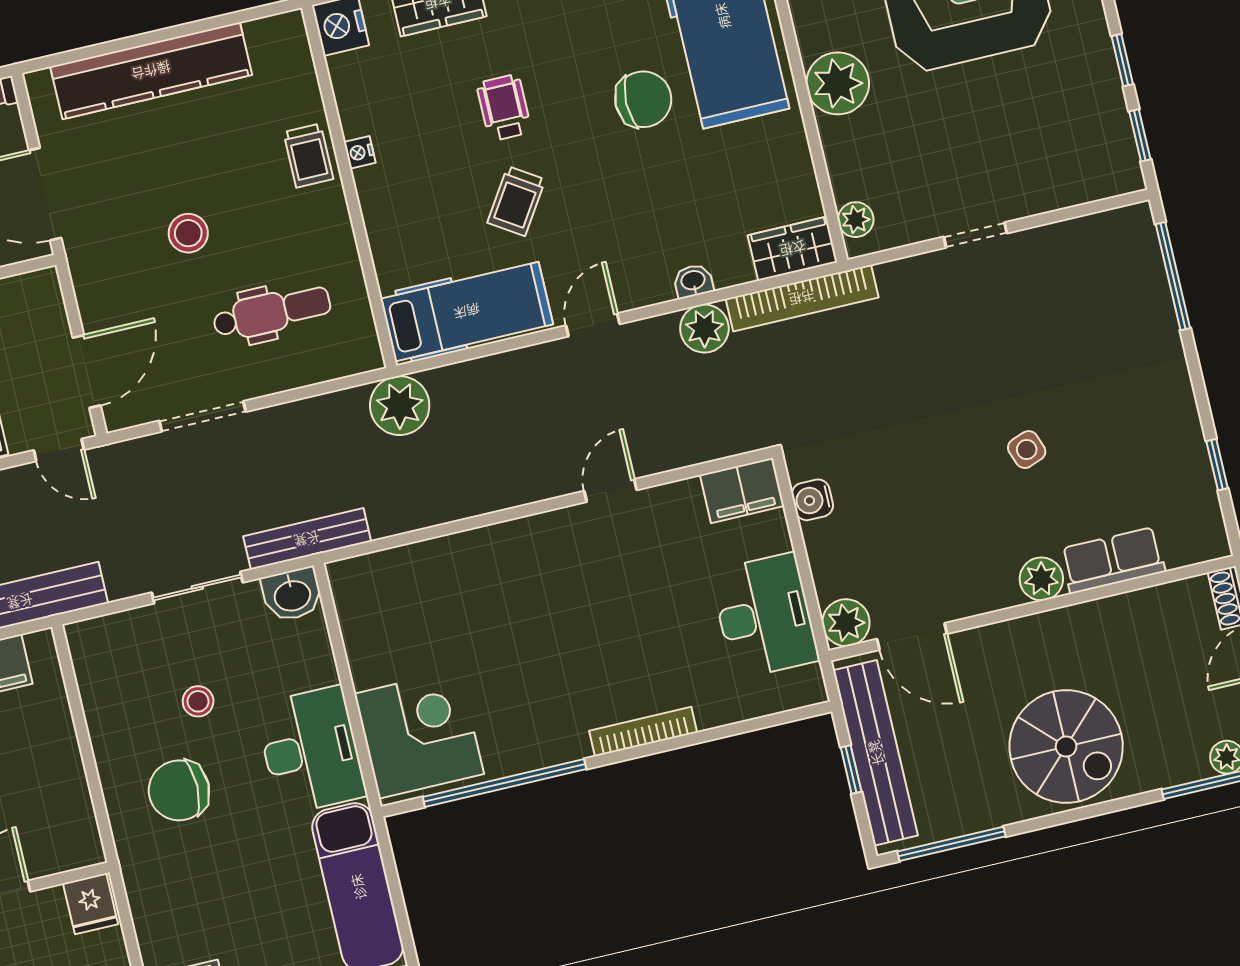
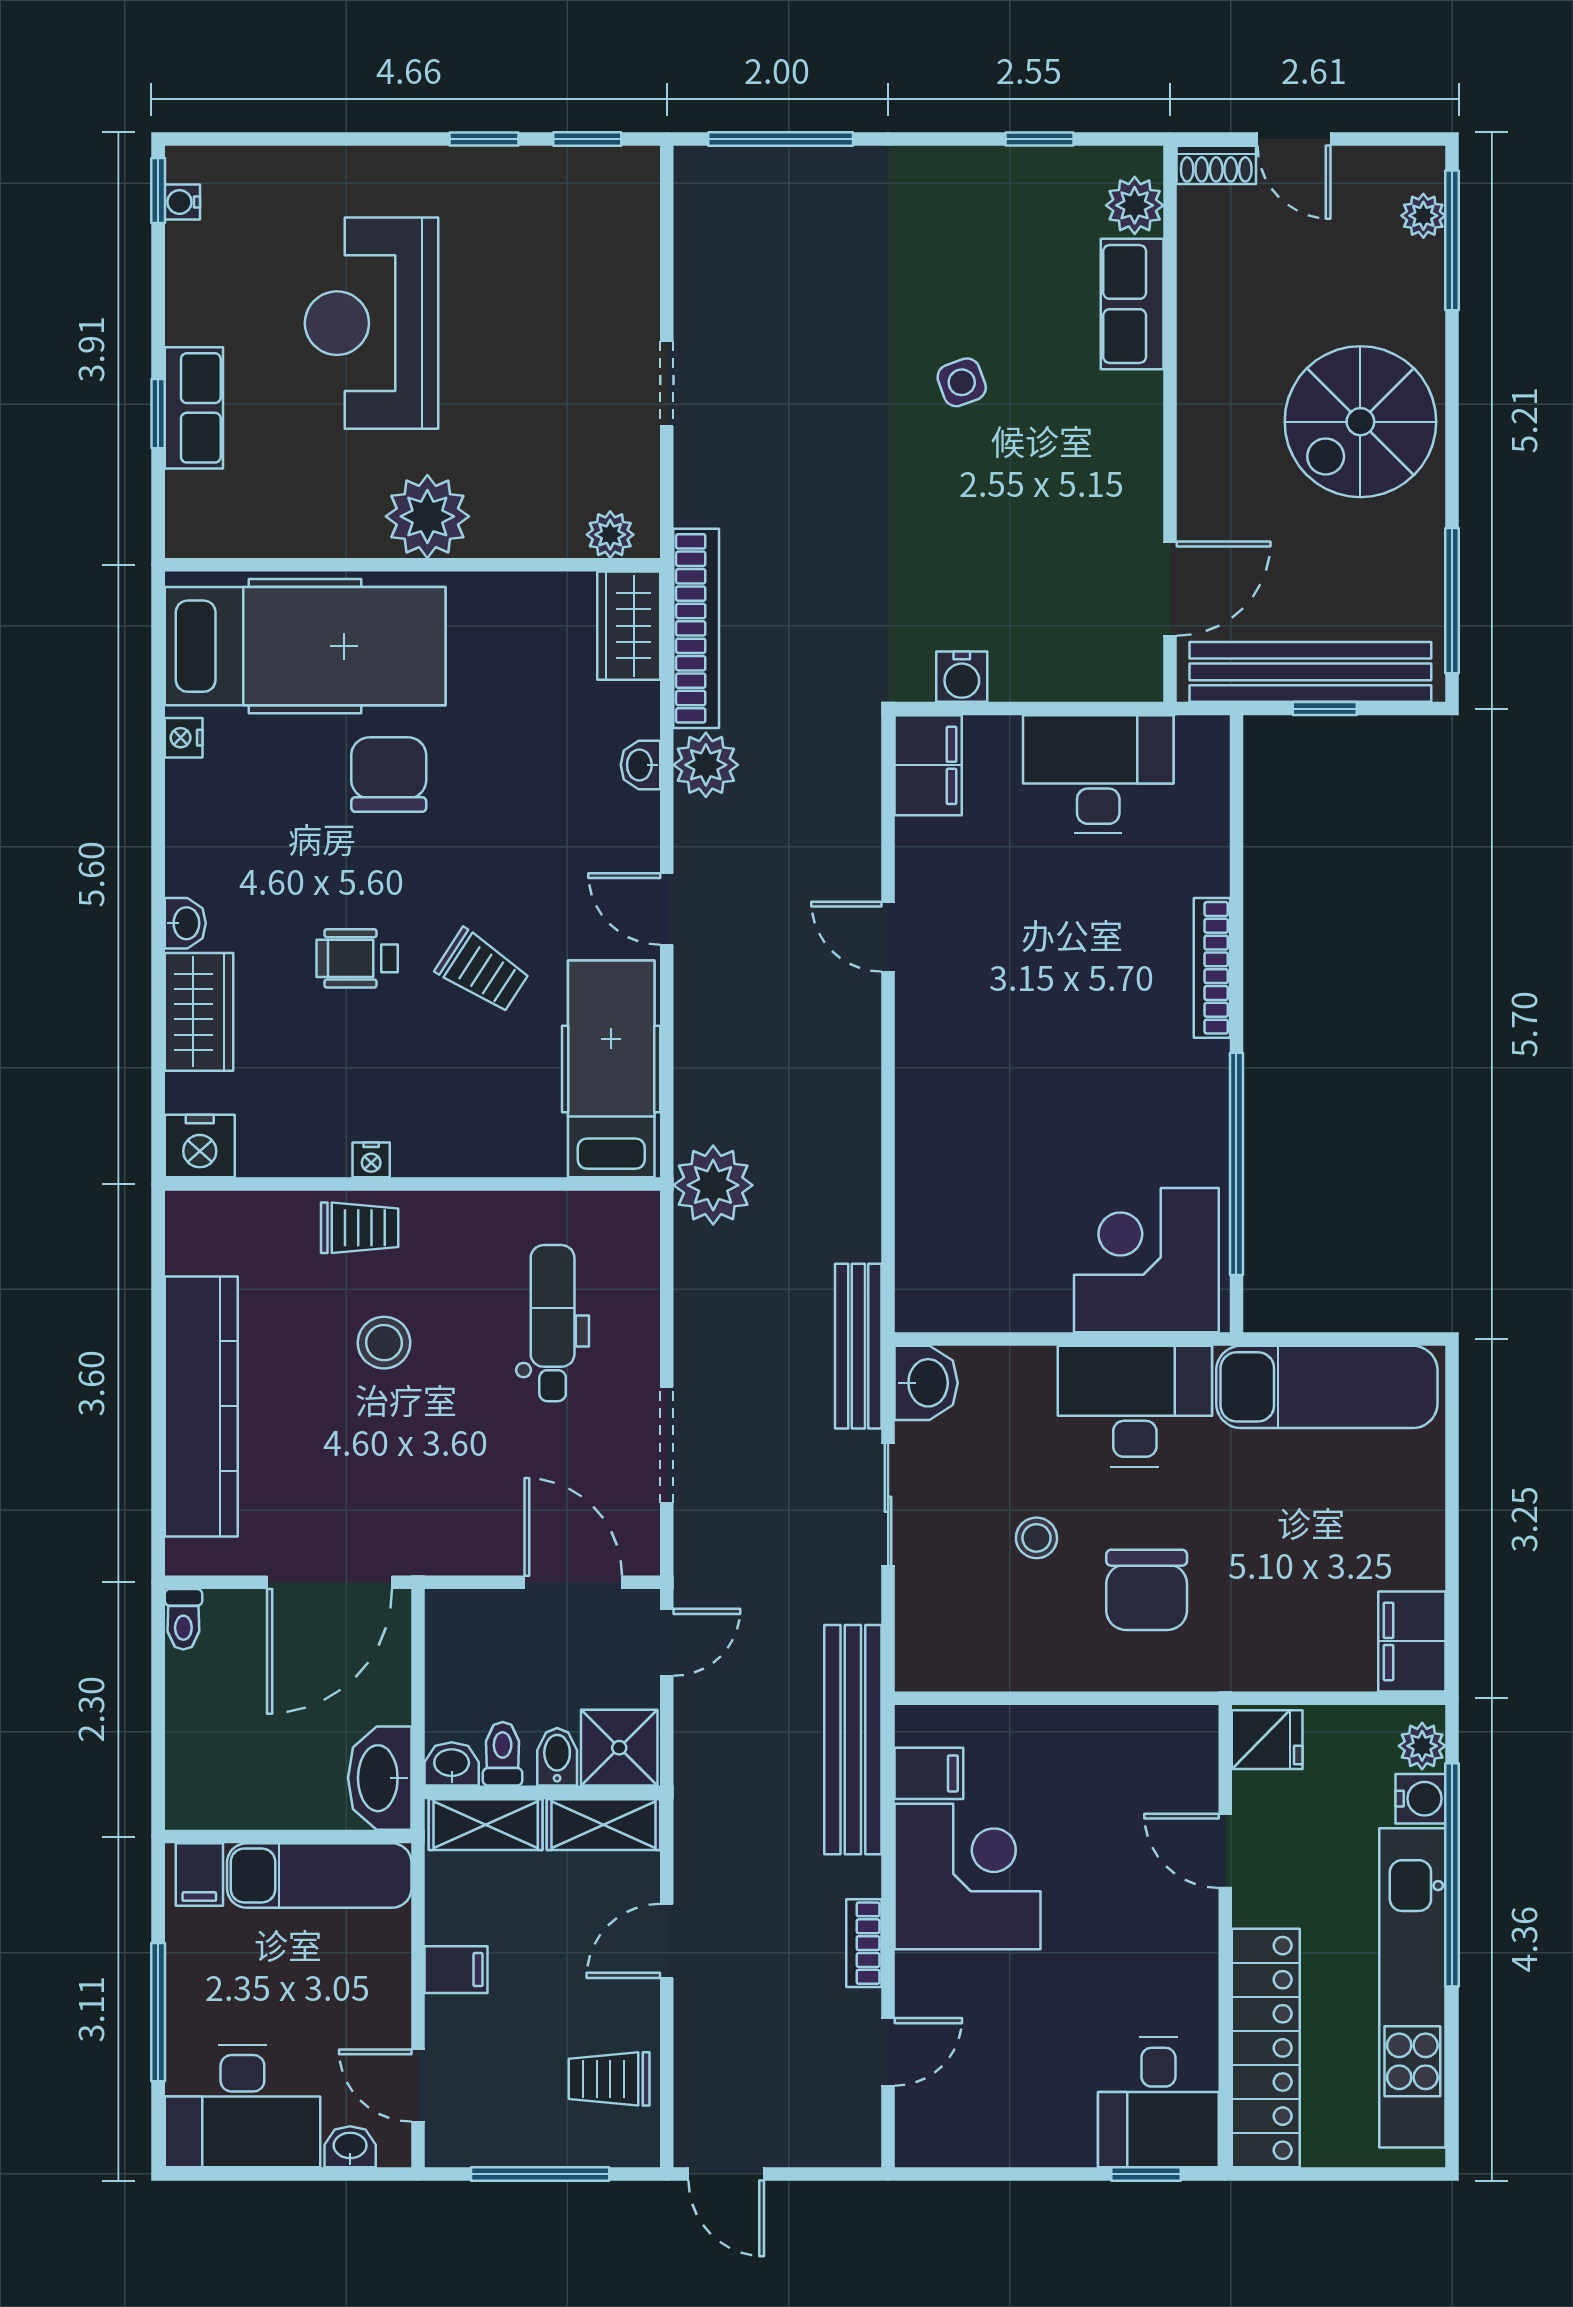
stool: (188, 233) -> (384, 1343), moved
plant: (1041, 579) -> (1135, 205), moved
plant: (846, 623) -> (1132, 670), removed
spiral stairs: (1066, 747) -> (1360, 422), turned 180

